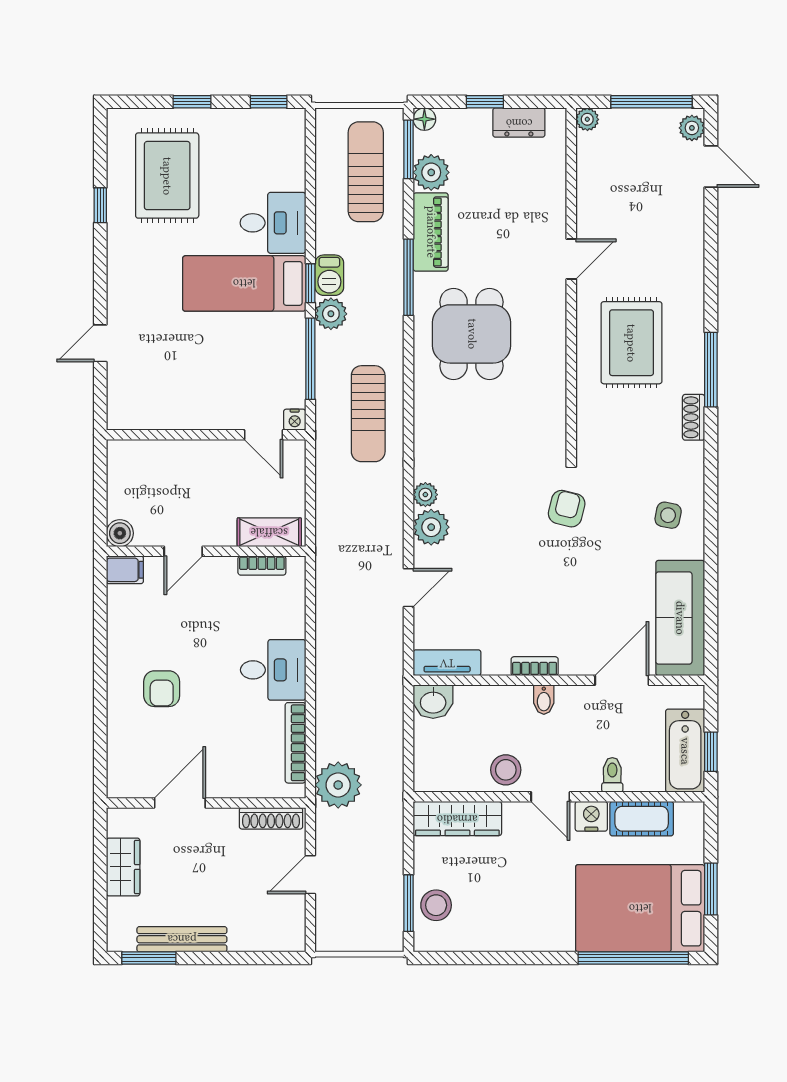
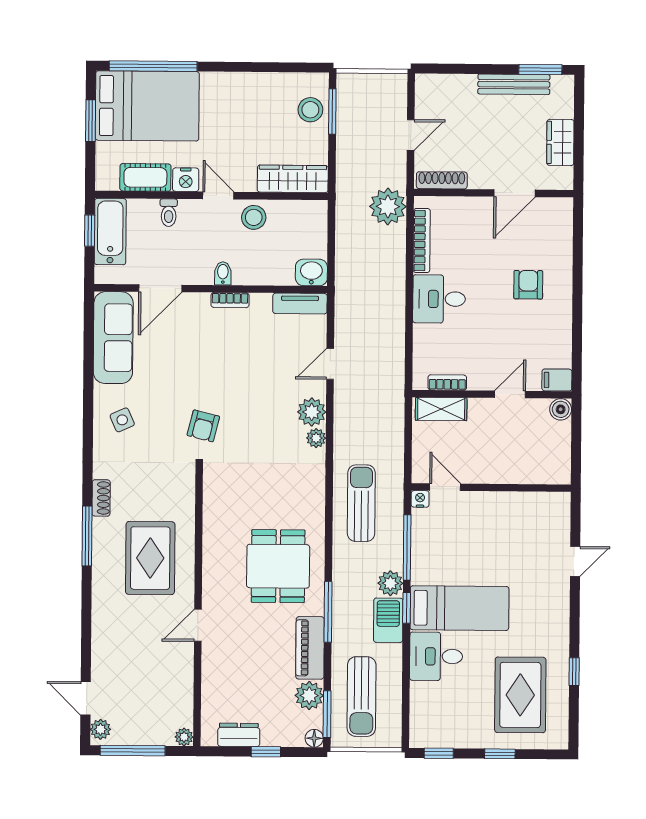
barbecue: (329, 275) -> (388, 620), width x1.38, depth x1.27
side table: (668, 515) -> (122, 420), turned -35

